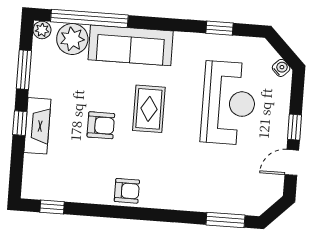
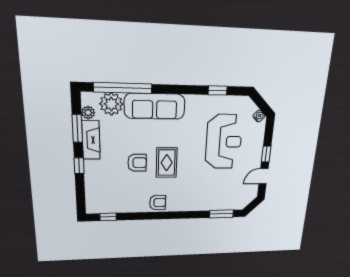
plant: (42, 30) -> (88, 113), moved
rug: (149, 109) -> (167, 163), moved
fireplace: (37, 126) -> (91, 140), moved

